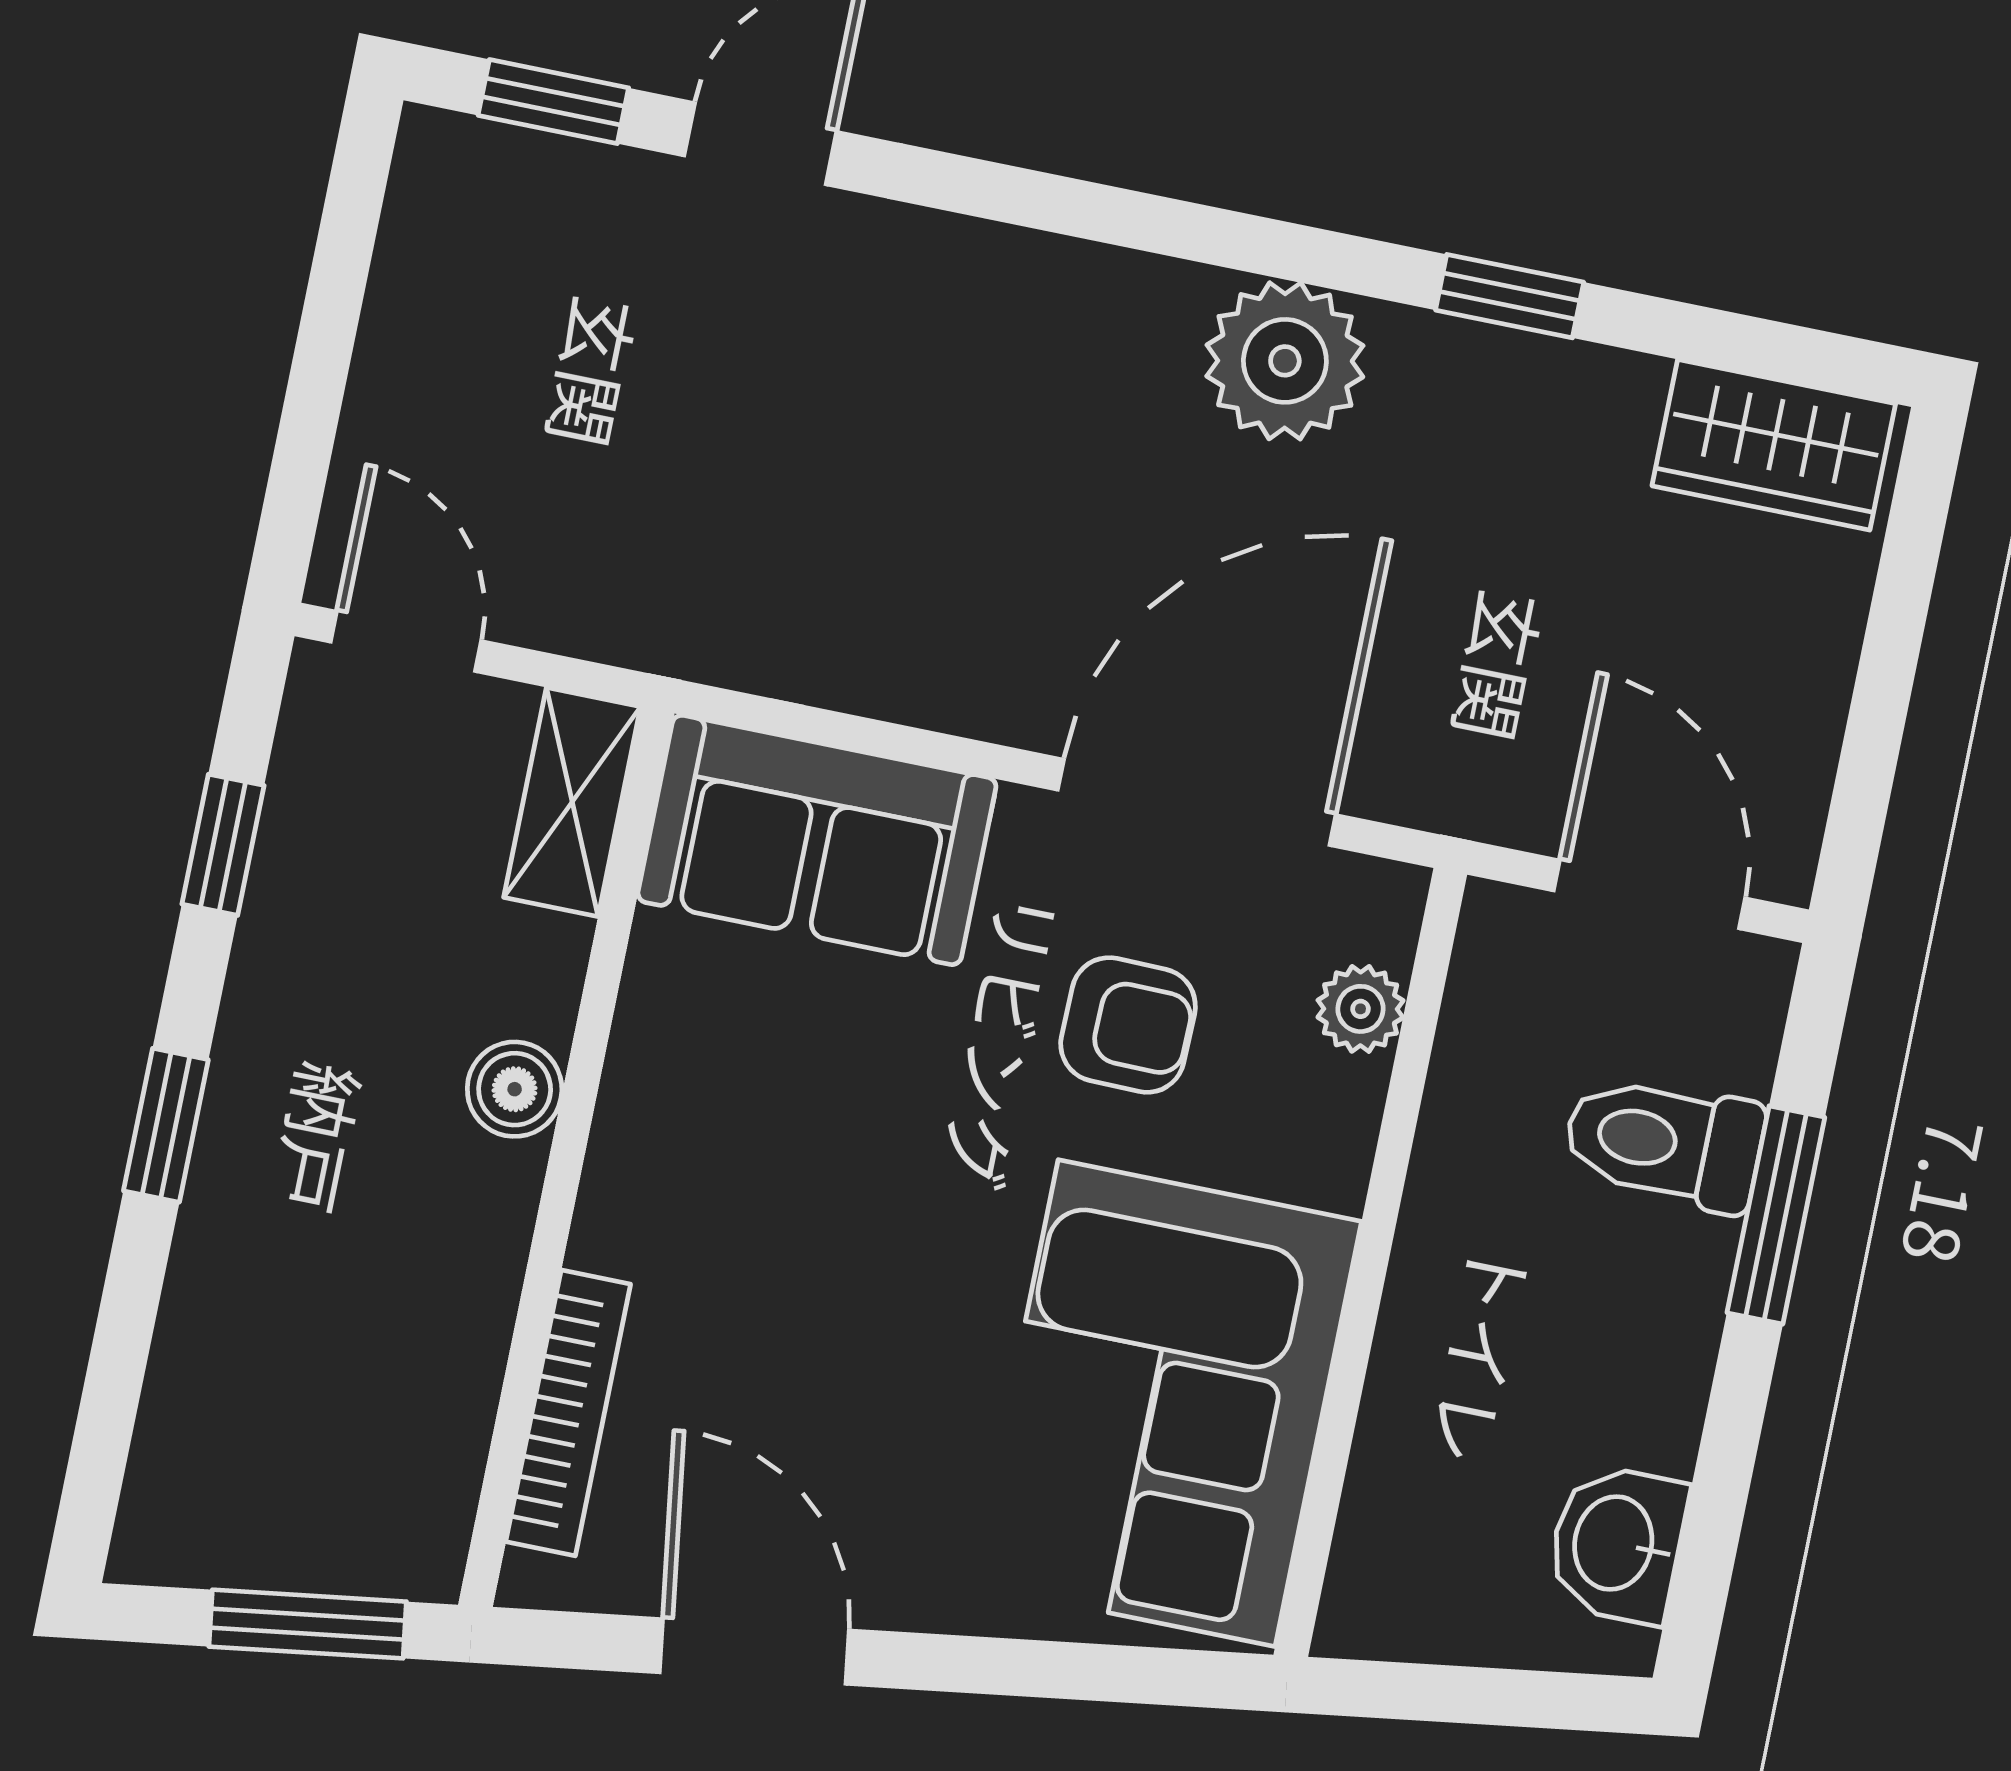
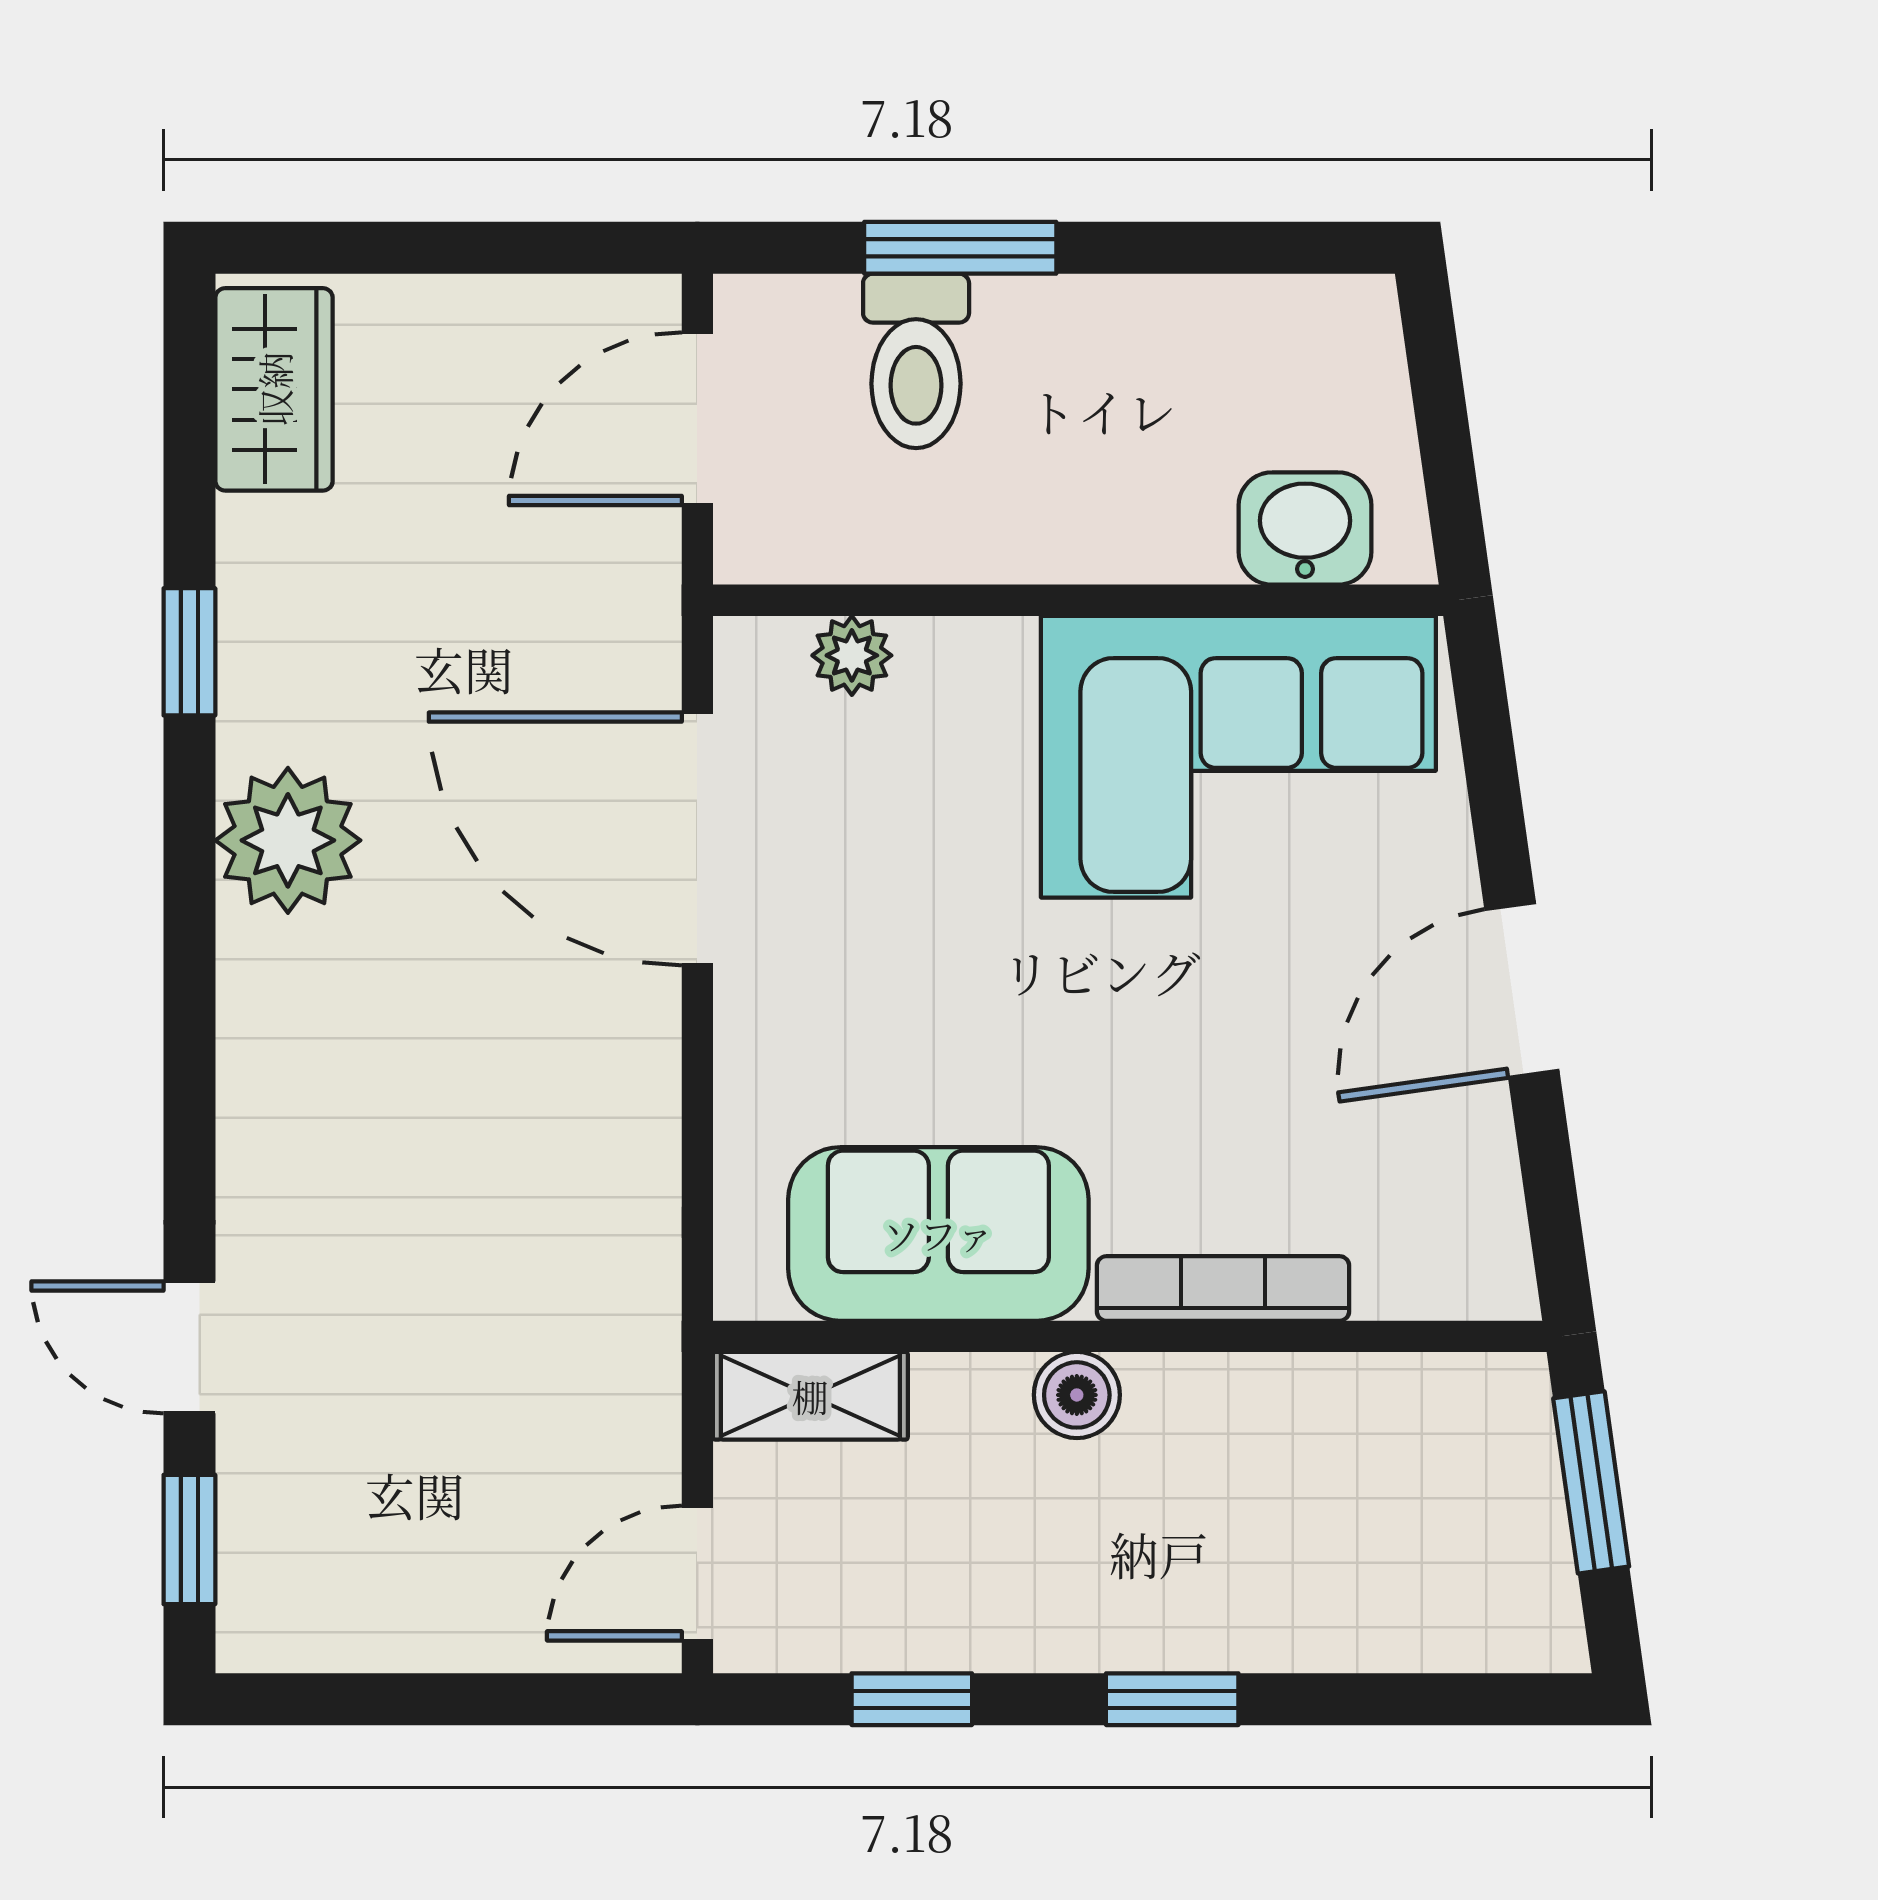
sofa: (817, 840) -> (938, 1234), moved, turned -90
armchair: (1128, 1025) -> (908, 860), removed
bookcase: (568, 1413) -> (1223, 1288), moved
washbasin: (1617, 1544) -> (1305, 529), moved, turned 180
door: (754, 1651) -> (1522, 990), moved

